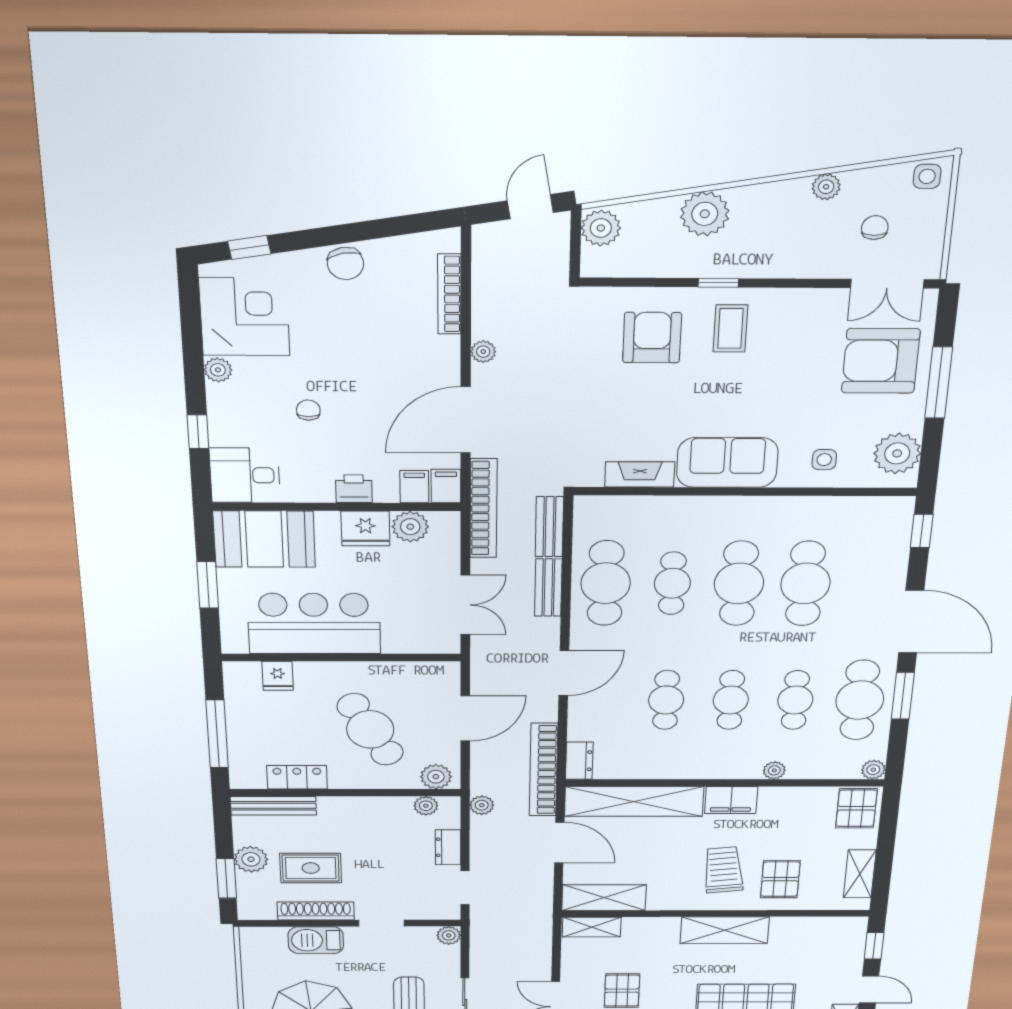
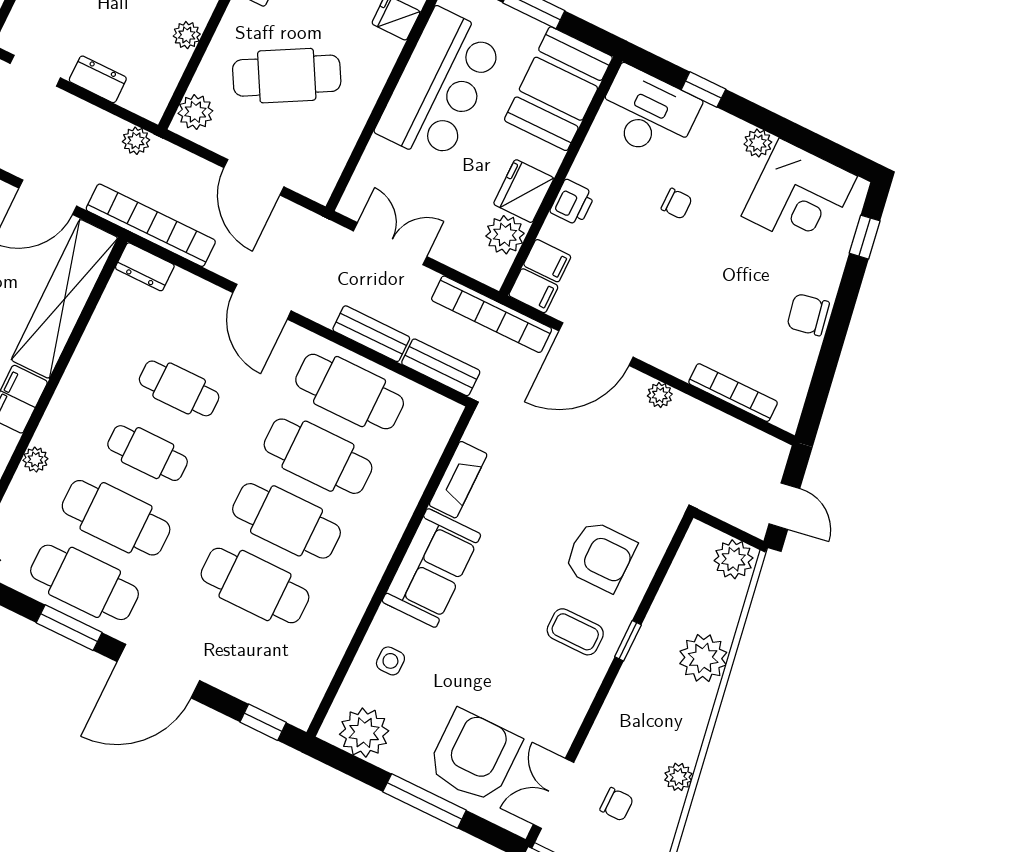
door: (466, 420) -> (596, 344), swing flipped
desk: (245, 475) -> (648, 113), width x1.37
cafe table: (672, 583) -> (318, 456), width x1.37, depth x1.35
double door: (465, 605) -> (390, 244), swing flipped
cafe table: (795, 700) -> (116, 518), width x1.37, depth x1.35
plant: (426, 806) -> (187, 35), moved

